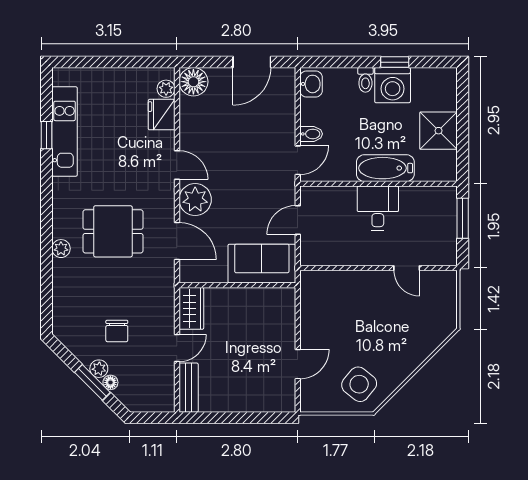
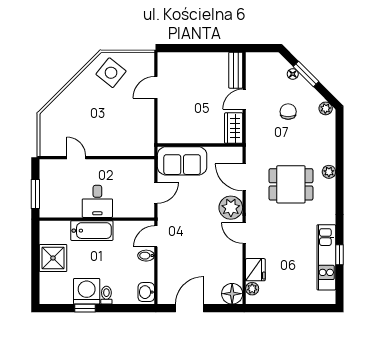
plant: (99, 369) -> (326, 108), moved

